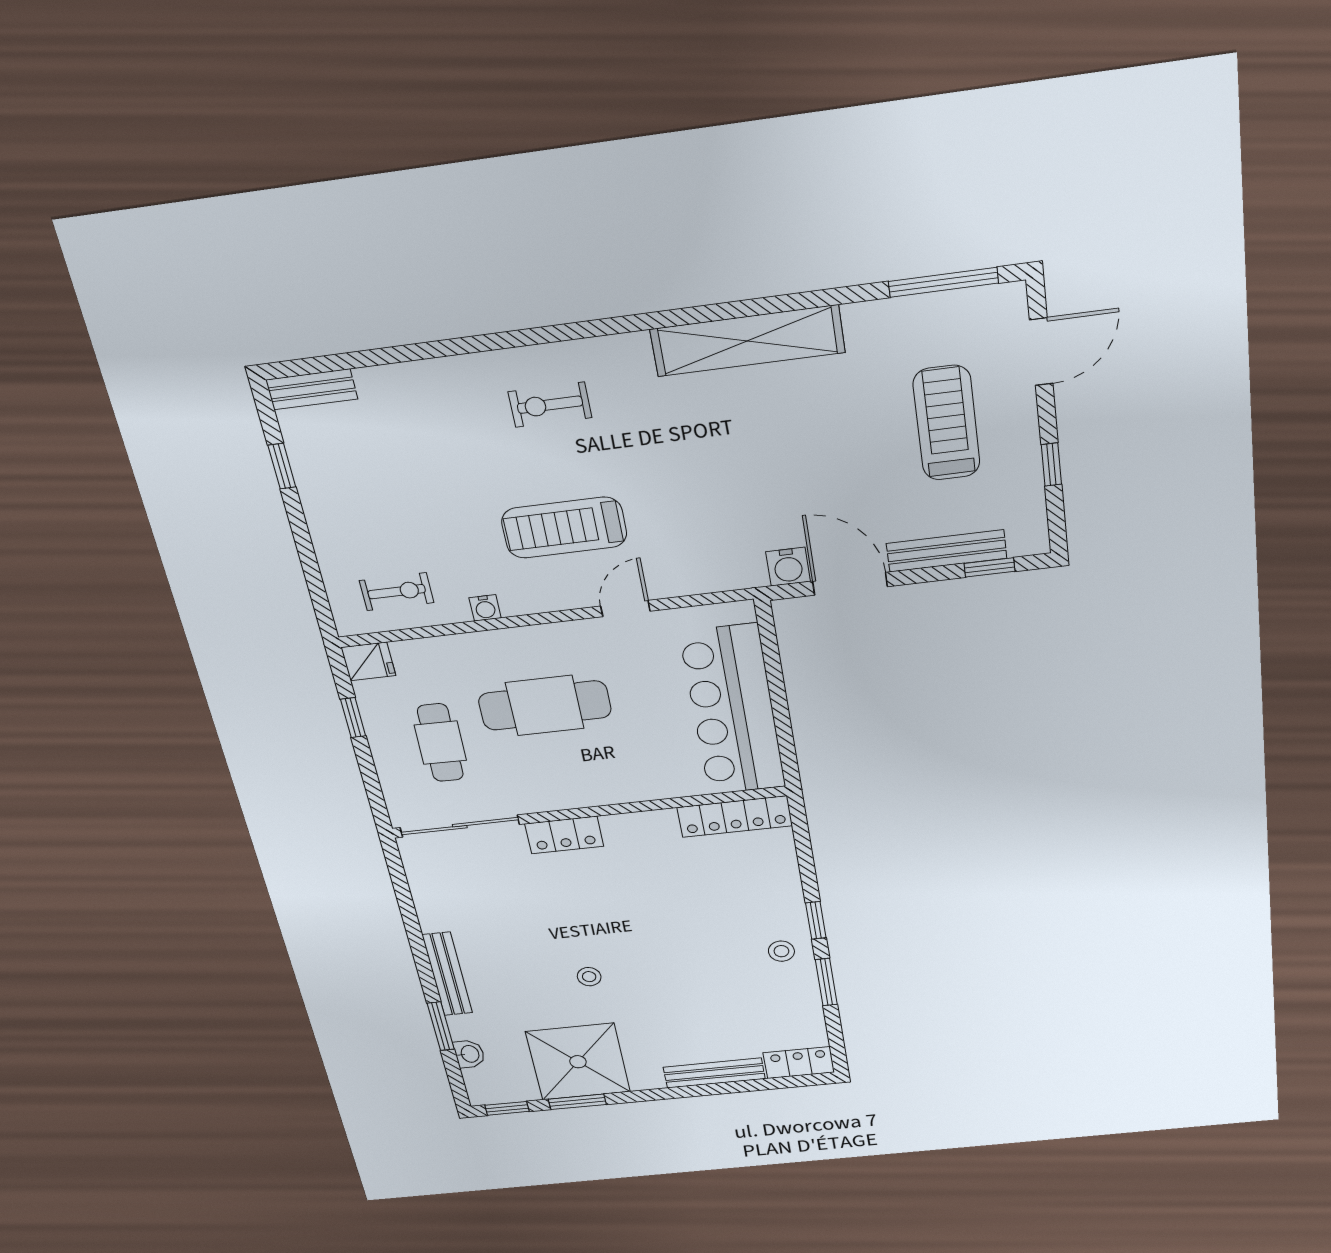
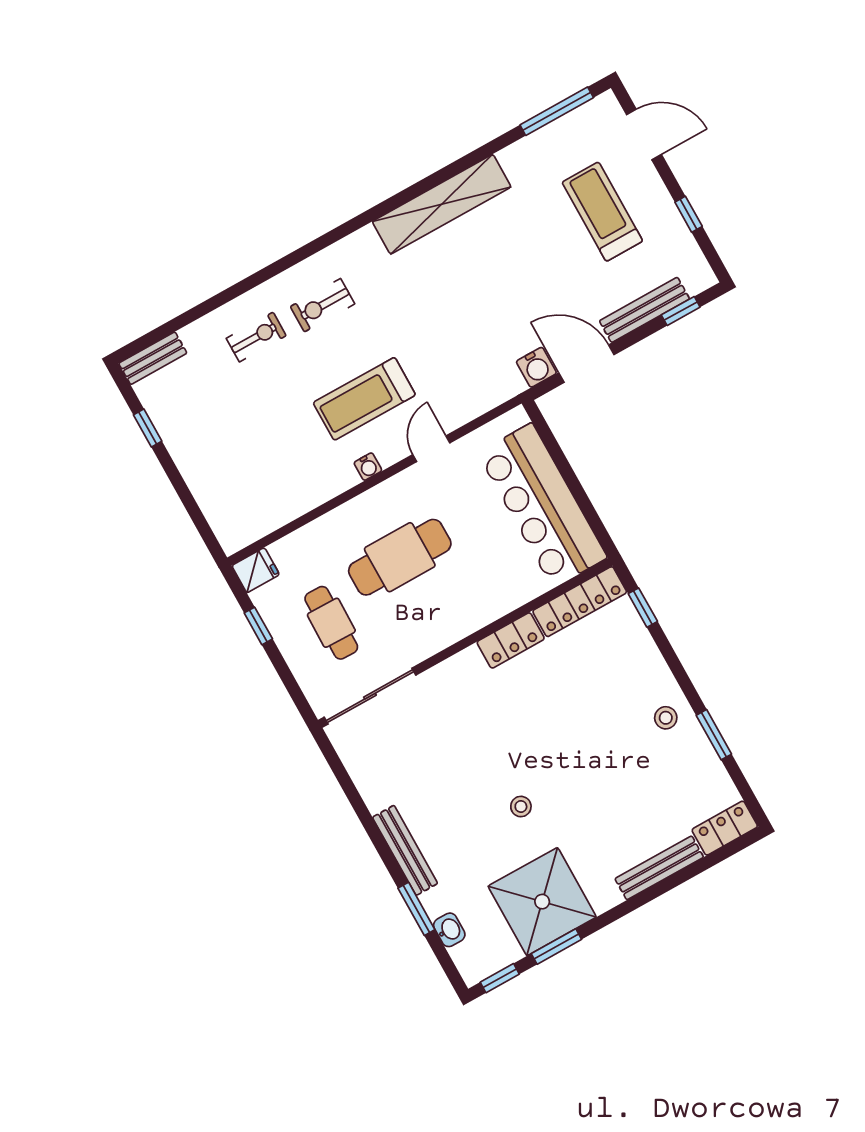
door: (1041, 352) -> (644, 135), hinge flipped
exercise bike: (397, 592) -> (256, 337), moved
water cooler: (485, 608) -> (368, 467), moved
locker: (564, 835) -> (511, 640), moved
window: (816, 920) -> (643, 608), moved

